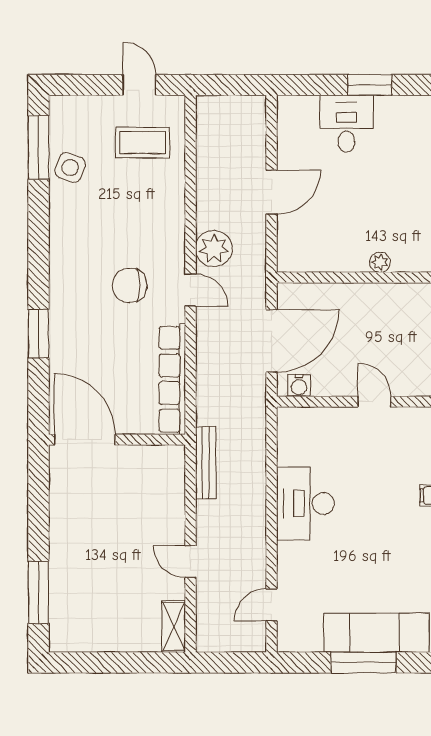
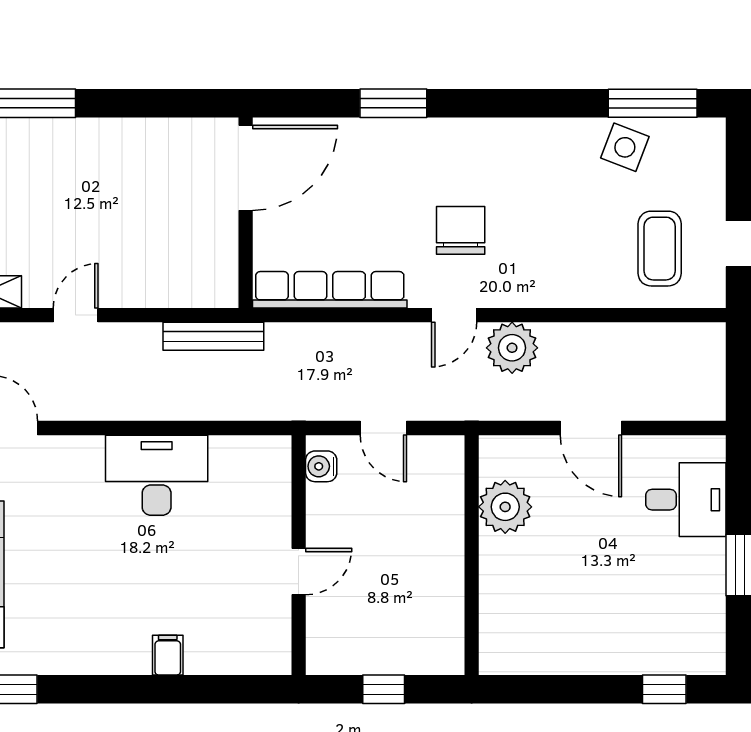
desk: (346, 124) -> (686, 500), moved
plant: (380, 262) -> (505, 507), moved, width x1.88, depth x1.88
door: (271, 341) -> (383, 428), width x0.53

